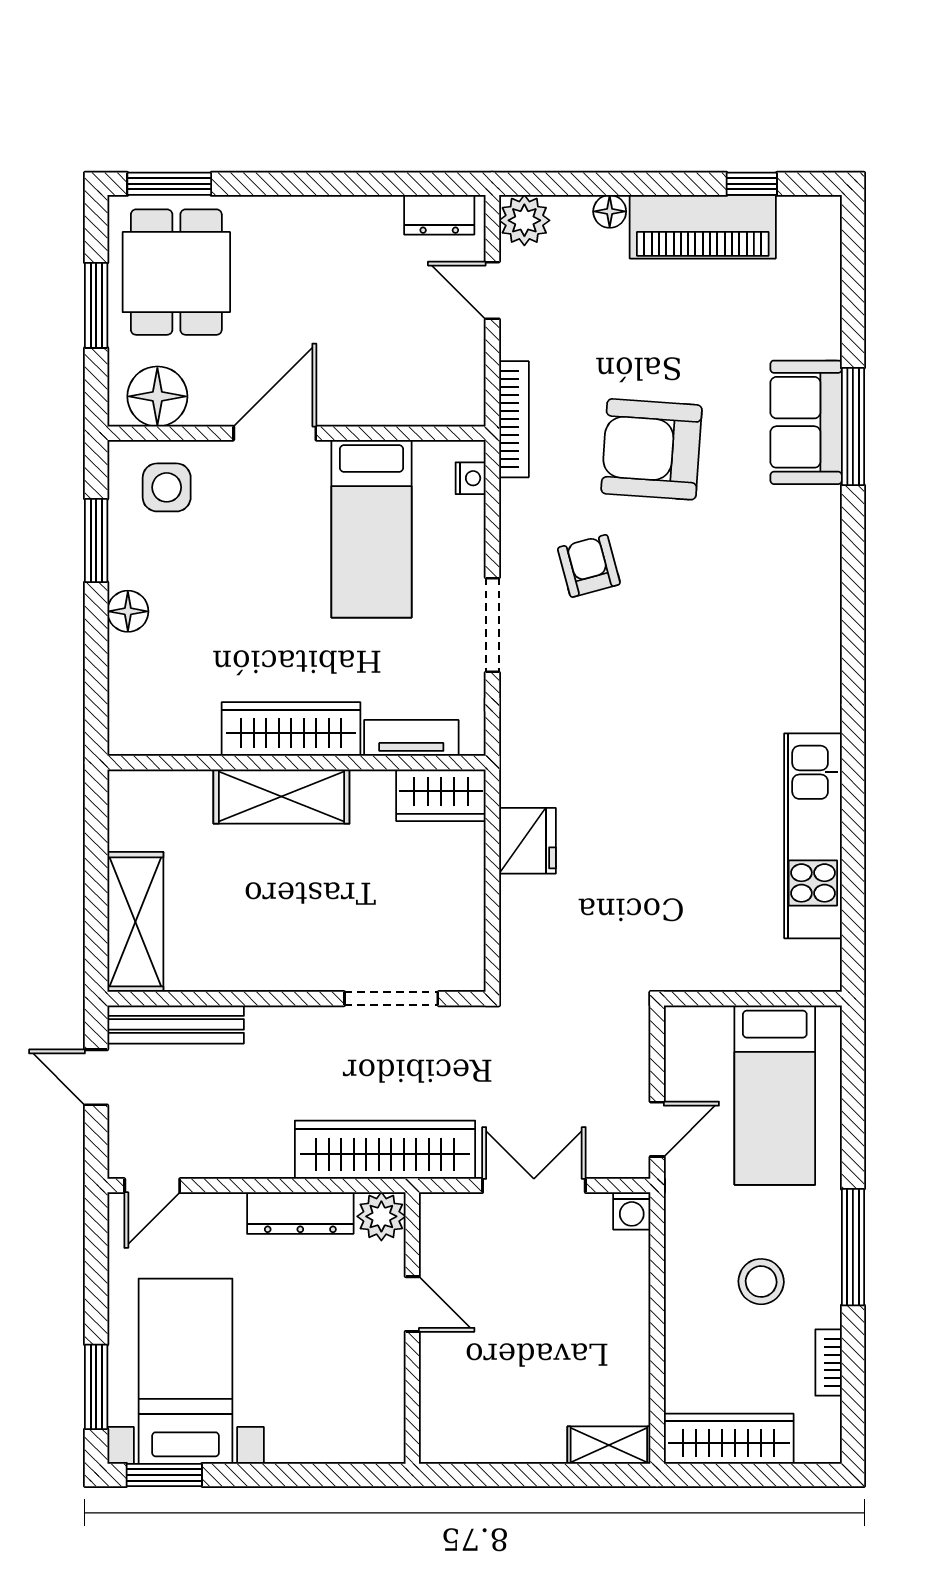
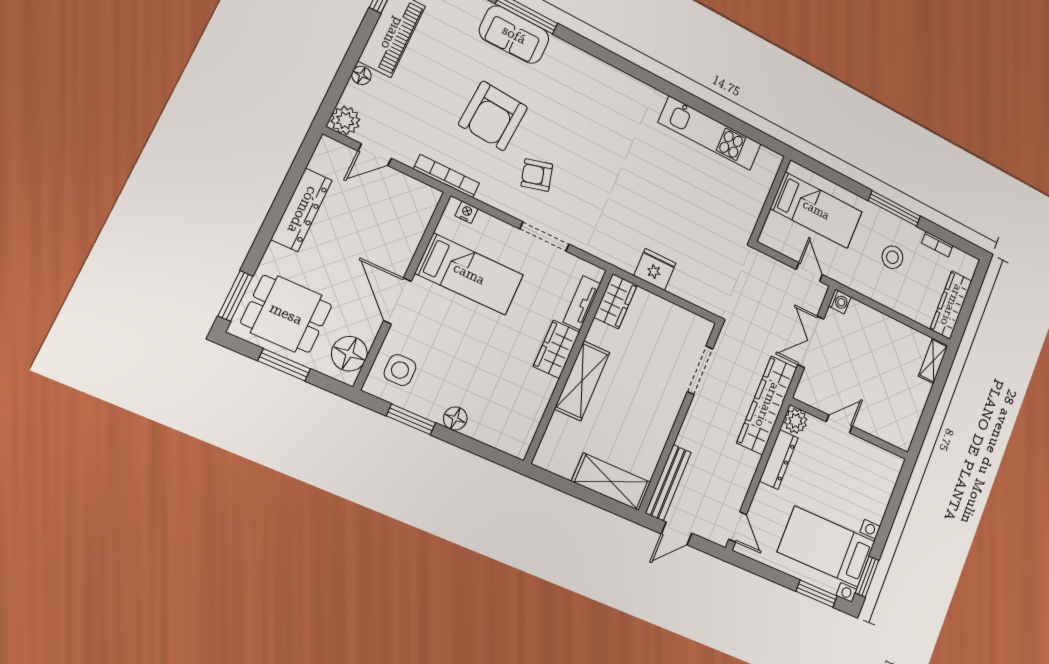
dresser: (439, 215) -> (302, 210), moved, width x1.96, depth x1.24
wardrobe: (291, 729) -> (556, 349), width x0.67

